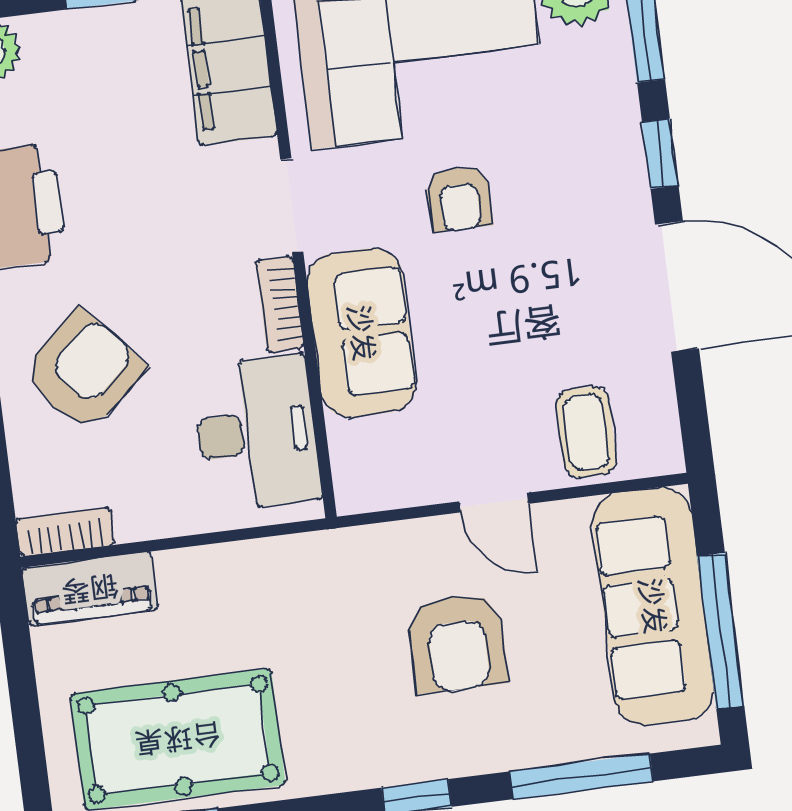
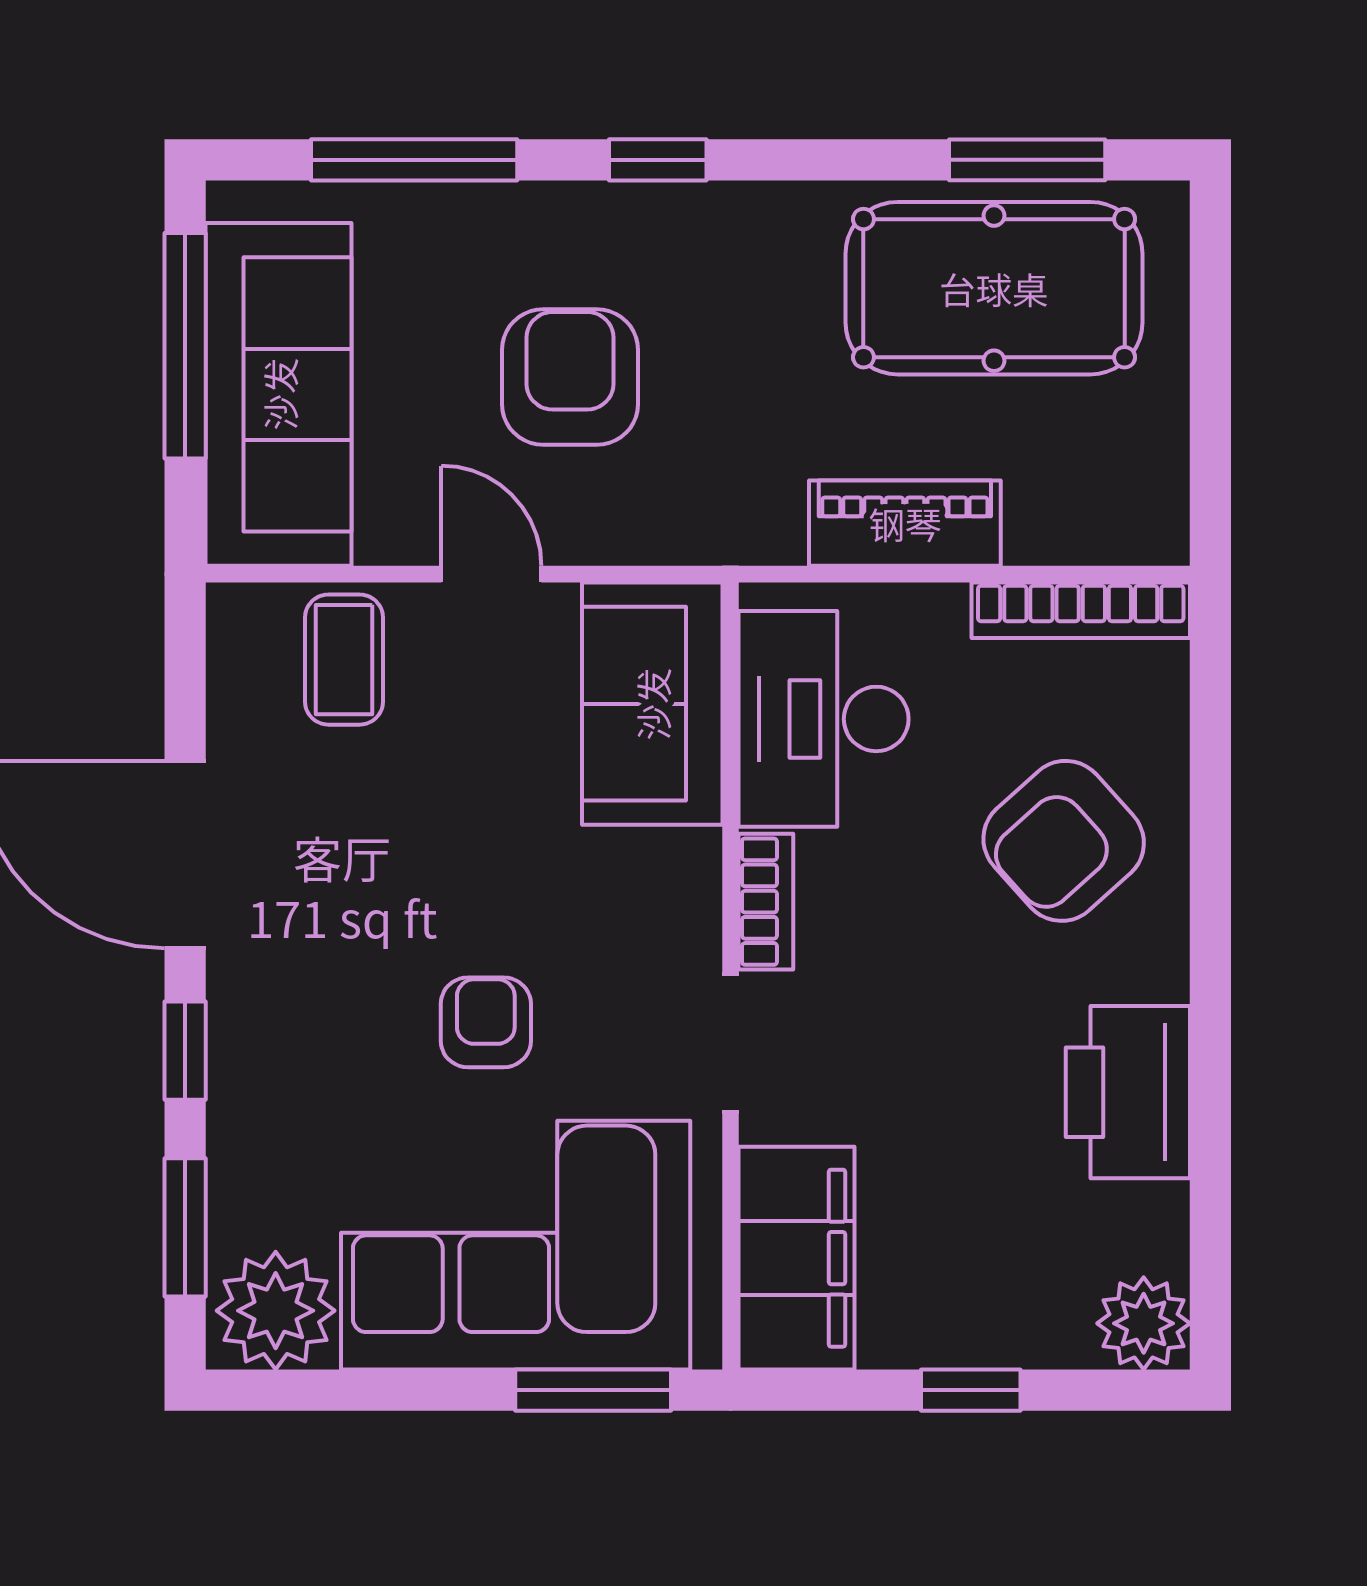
sofa: (362, 333) -> (652, 704), moved
bookcase: (65, 532) -> (1081, 610), width x1.56
piano: (90, 589) -> (905, 523), moved

